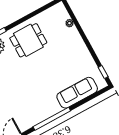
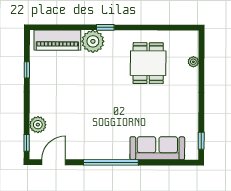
dining table: (28, 40) -> (148, 63), moved, turned 90

